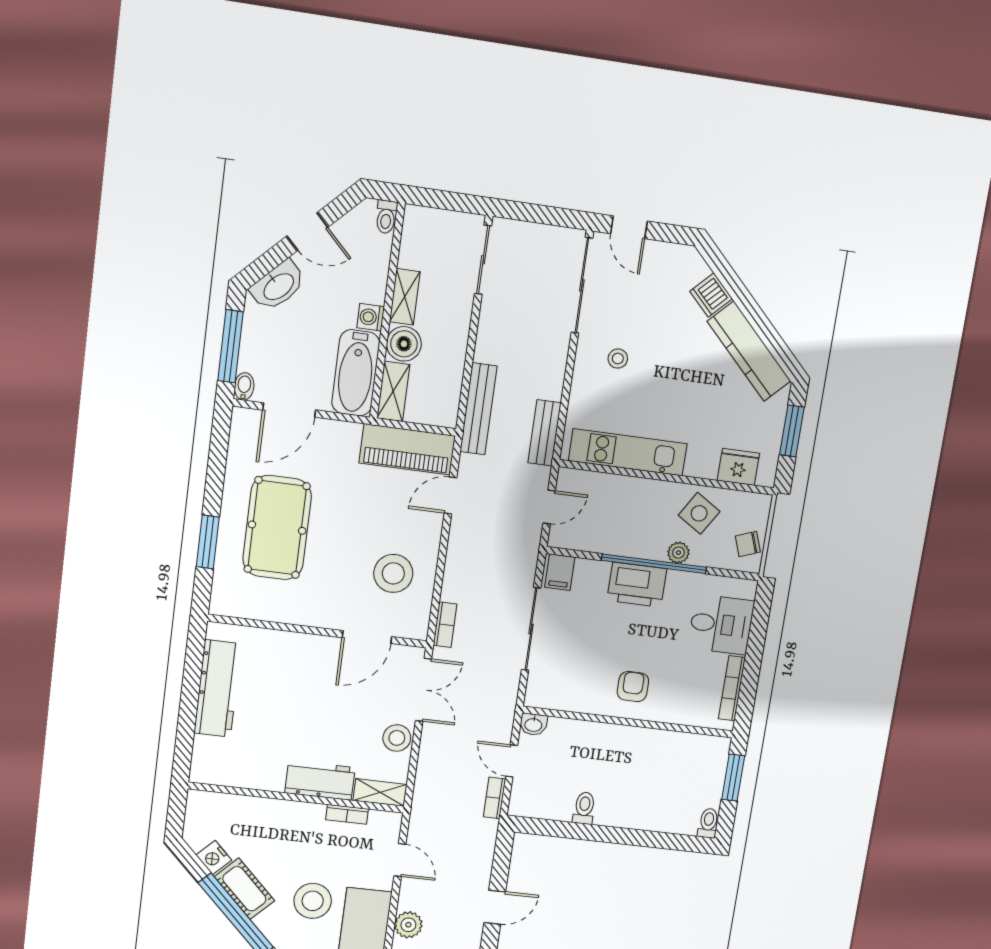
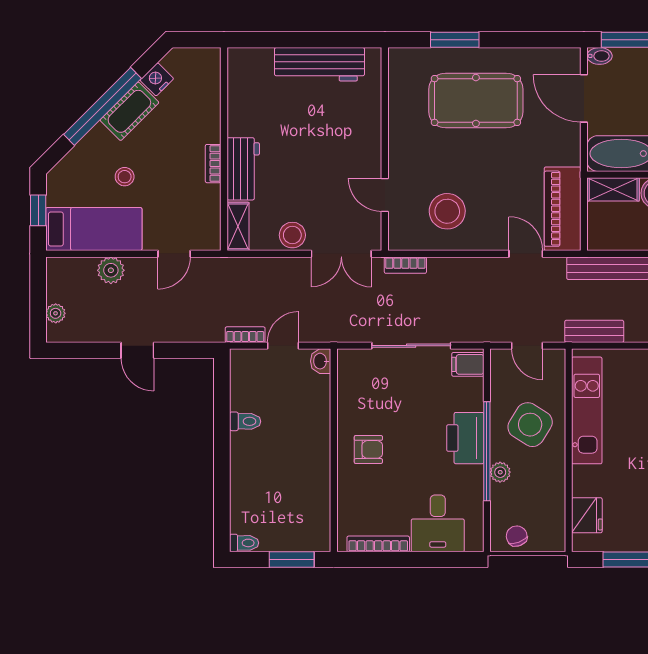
side table: (699, 513) -> (530, 425), moved, width x1.37, depth x1.37
door: (367, 637) -> (385, 195), width x0.73
bookcase: (347, 814) -> (213, 164), moved
stool: (313, 901) -> (125, 177), width x0.53, depth x0.53

